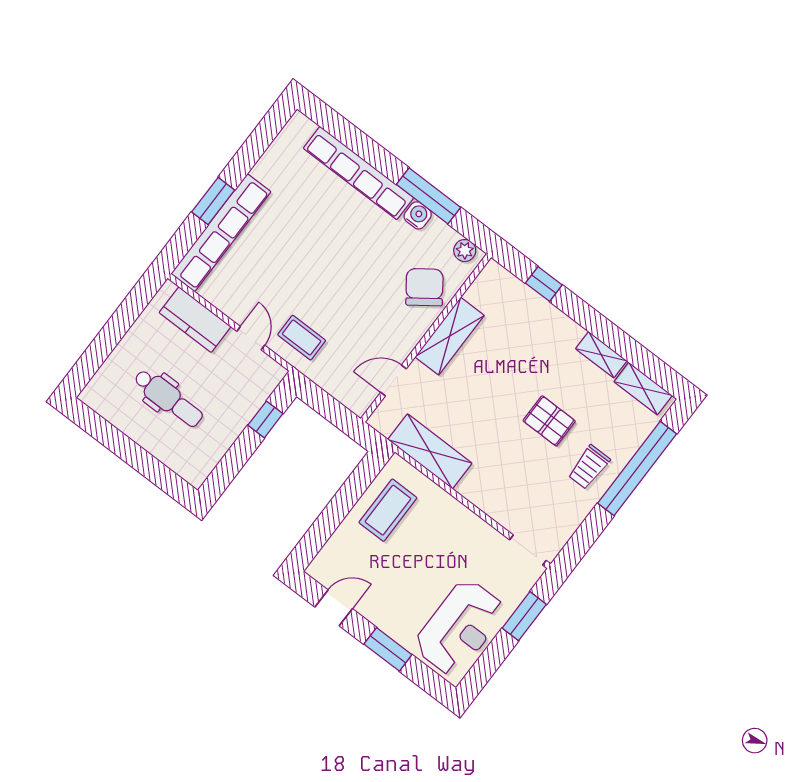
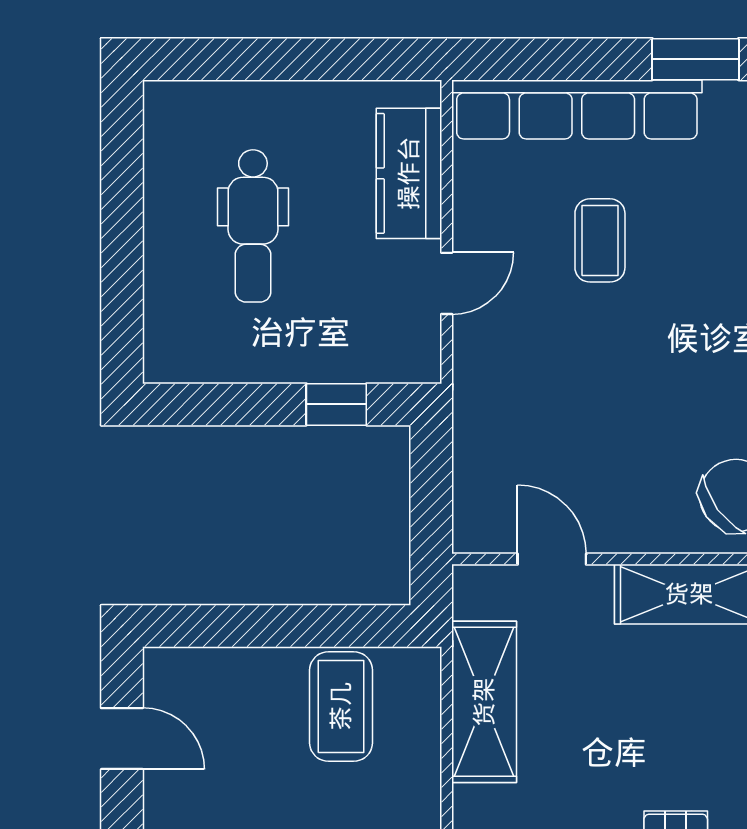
window: (213, 201) -> (695, 59), moved
coffee table: (302, 338) -> (600, 240), moved
coffee table: (388, 510) -> (341, 706), turned 90

